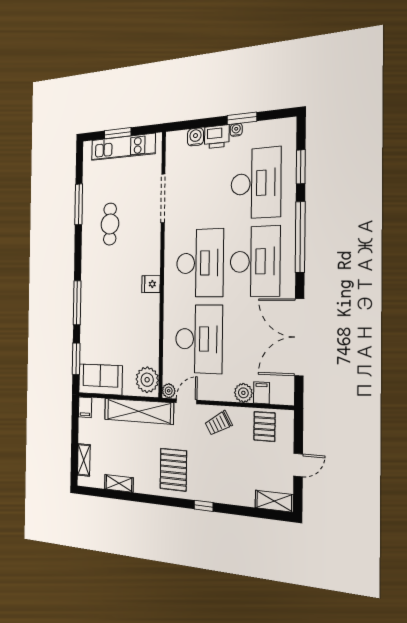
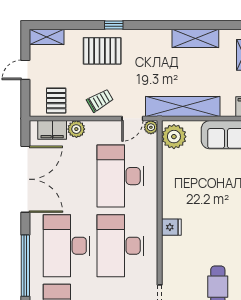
filing cabinet: (261, 393) -> (52, 130), width x2.00
pallet: (173, 470) -> (102, 51), moved, turned 90
shelving: (119, 483) -> (195, 38), width x1.50, depth x1.33

